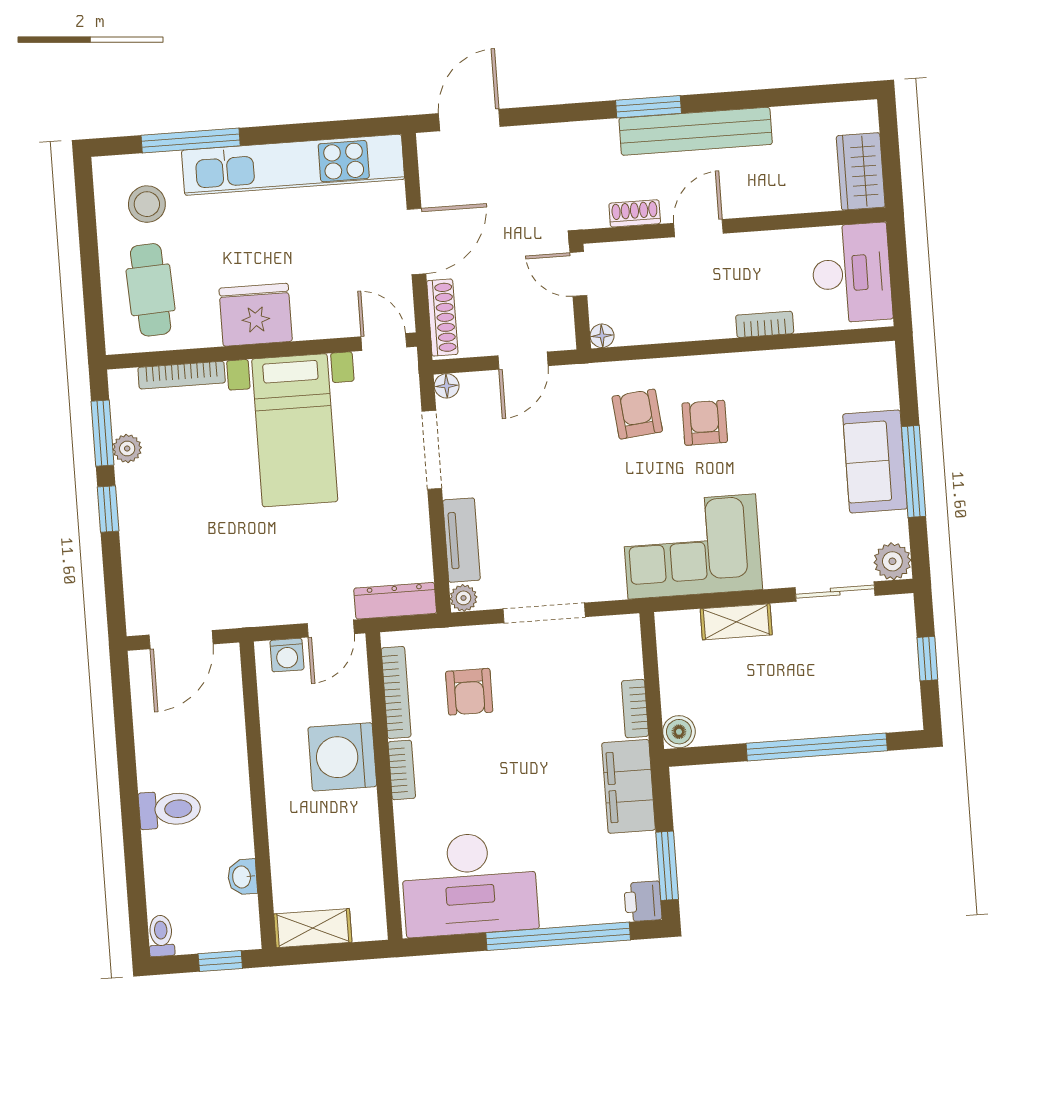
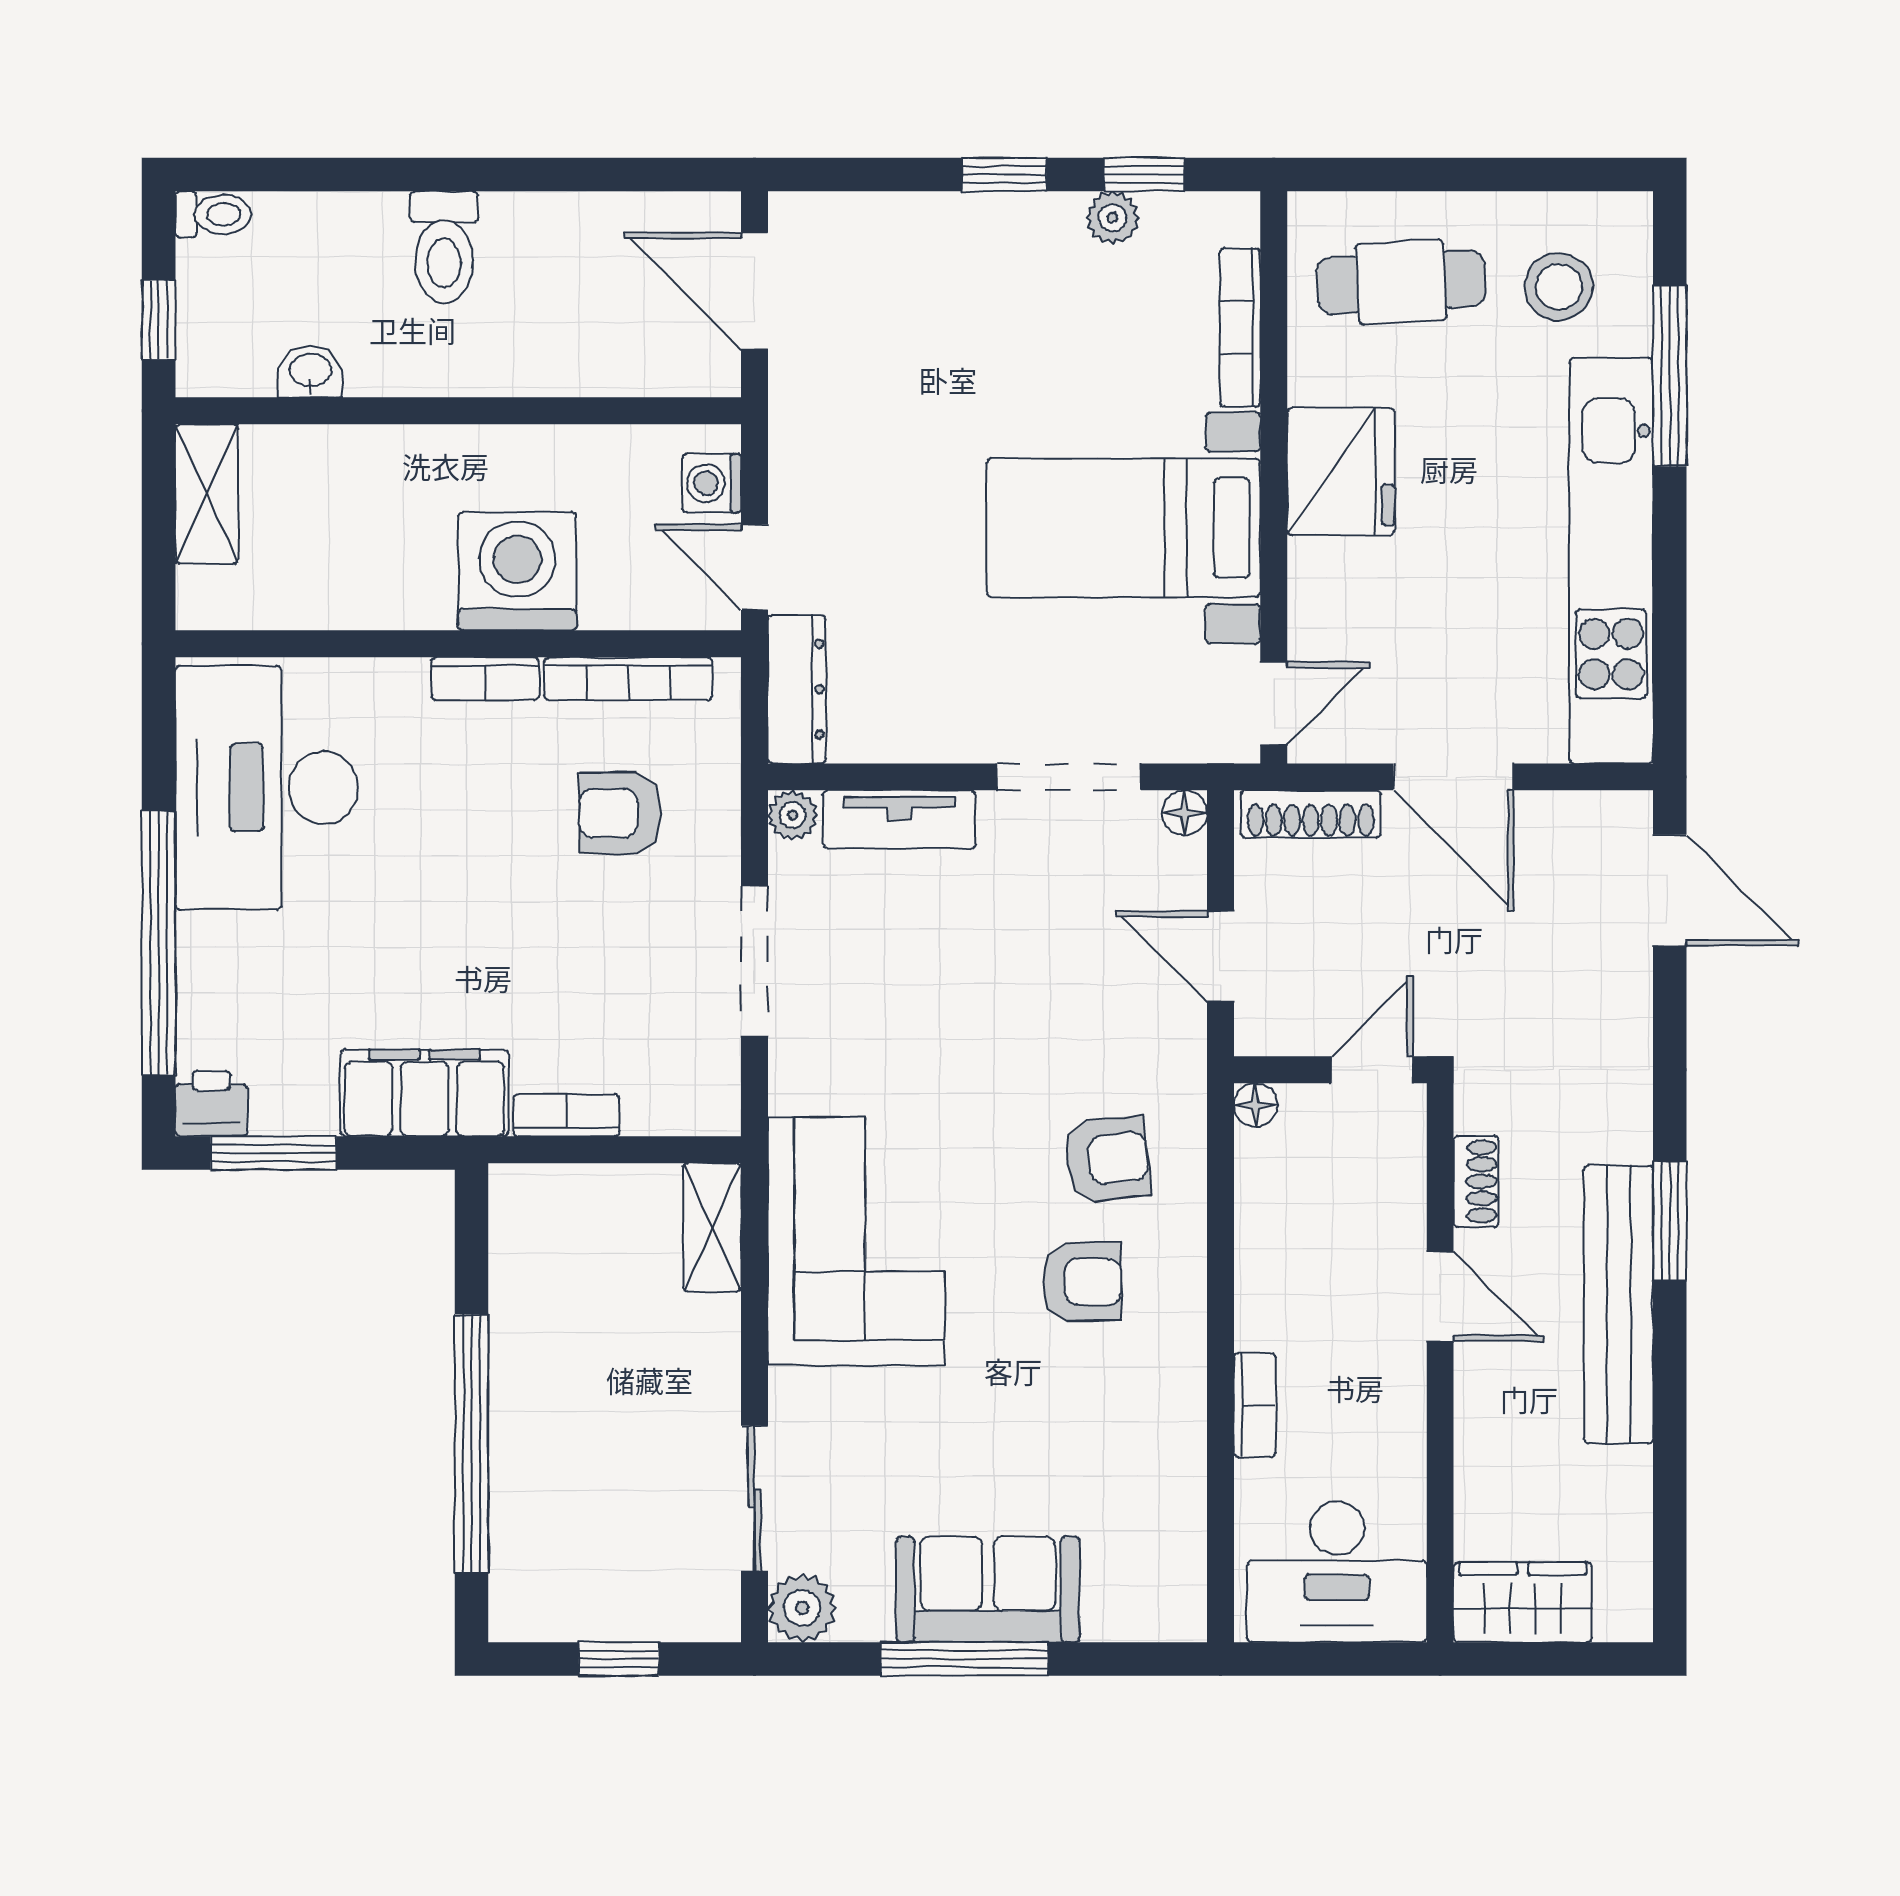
window: (103, 433) -> (1144, 174), width x0.67
shelving: (736, 622) -> (712, 1227), moved
boiler: (679, 732) -> (518, 1193), removed

